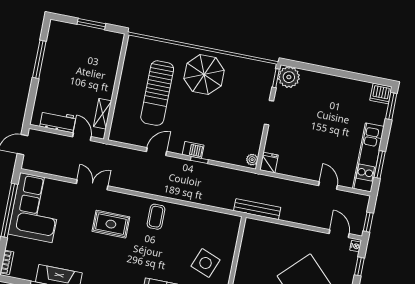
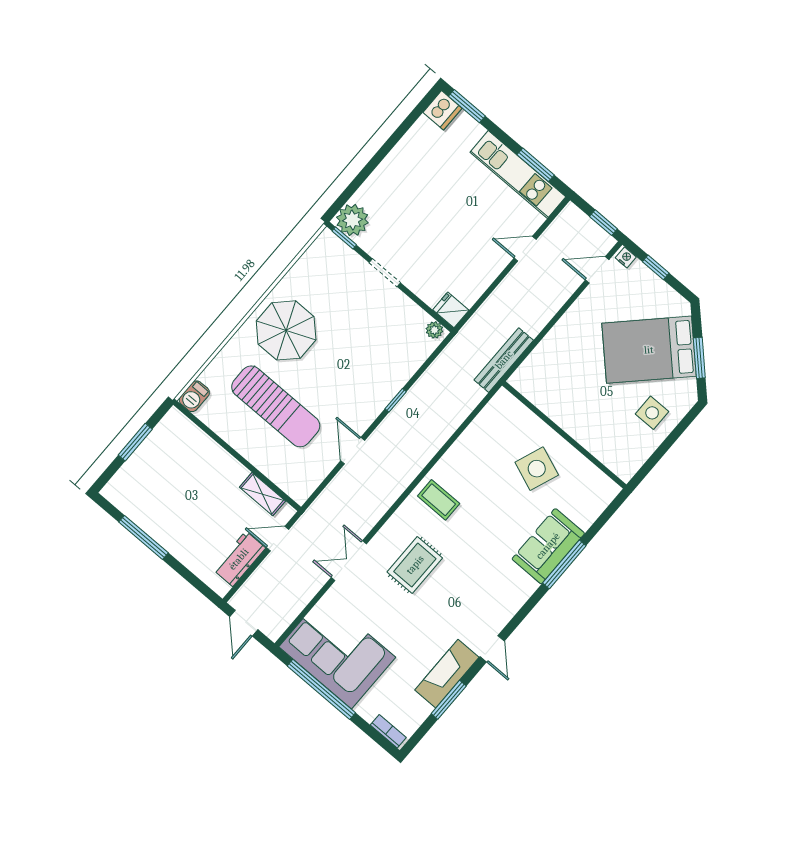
barbecue: (193, 150) -> (194, 396), moved, turned 180

